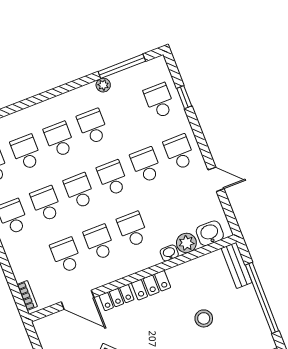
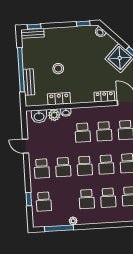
bench: (237, 265) -> (29, 82), moved
locker: (151, 285) -> (59, 99), moved

